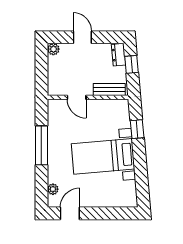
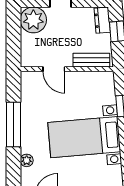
plant: (53, 49) -> (33, 20), width x1.88, depth x1.88
plant: (53, 189) -> (27, 160), moved

